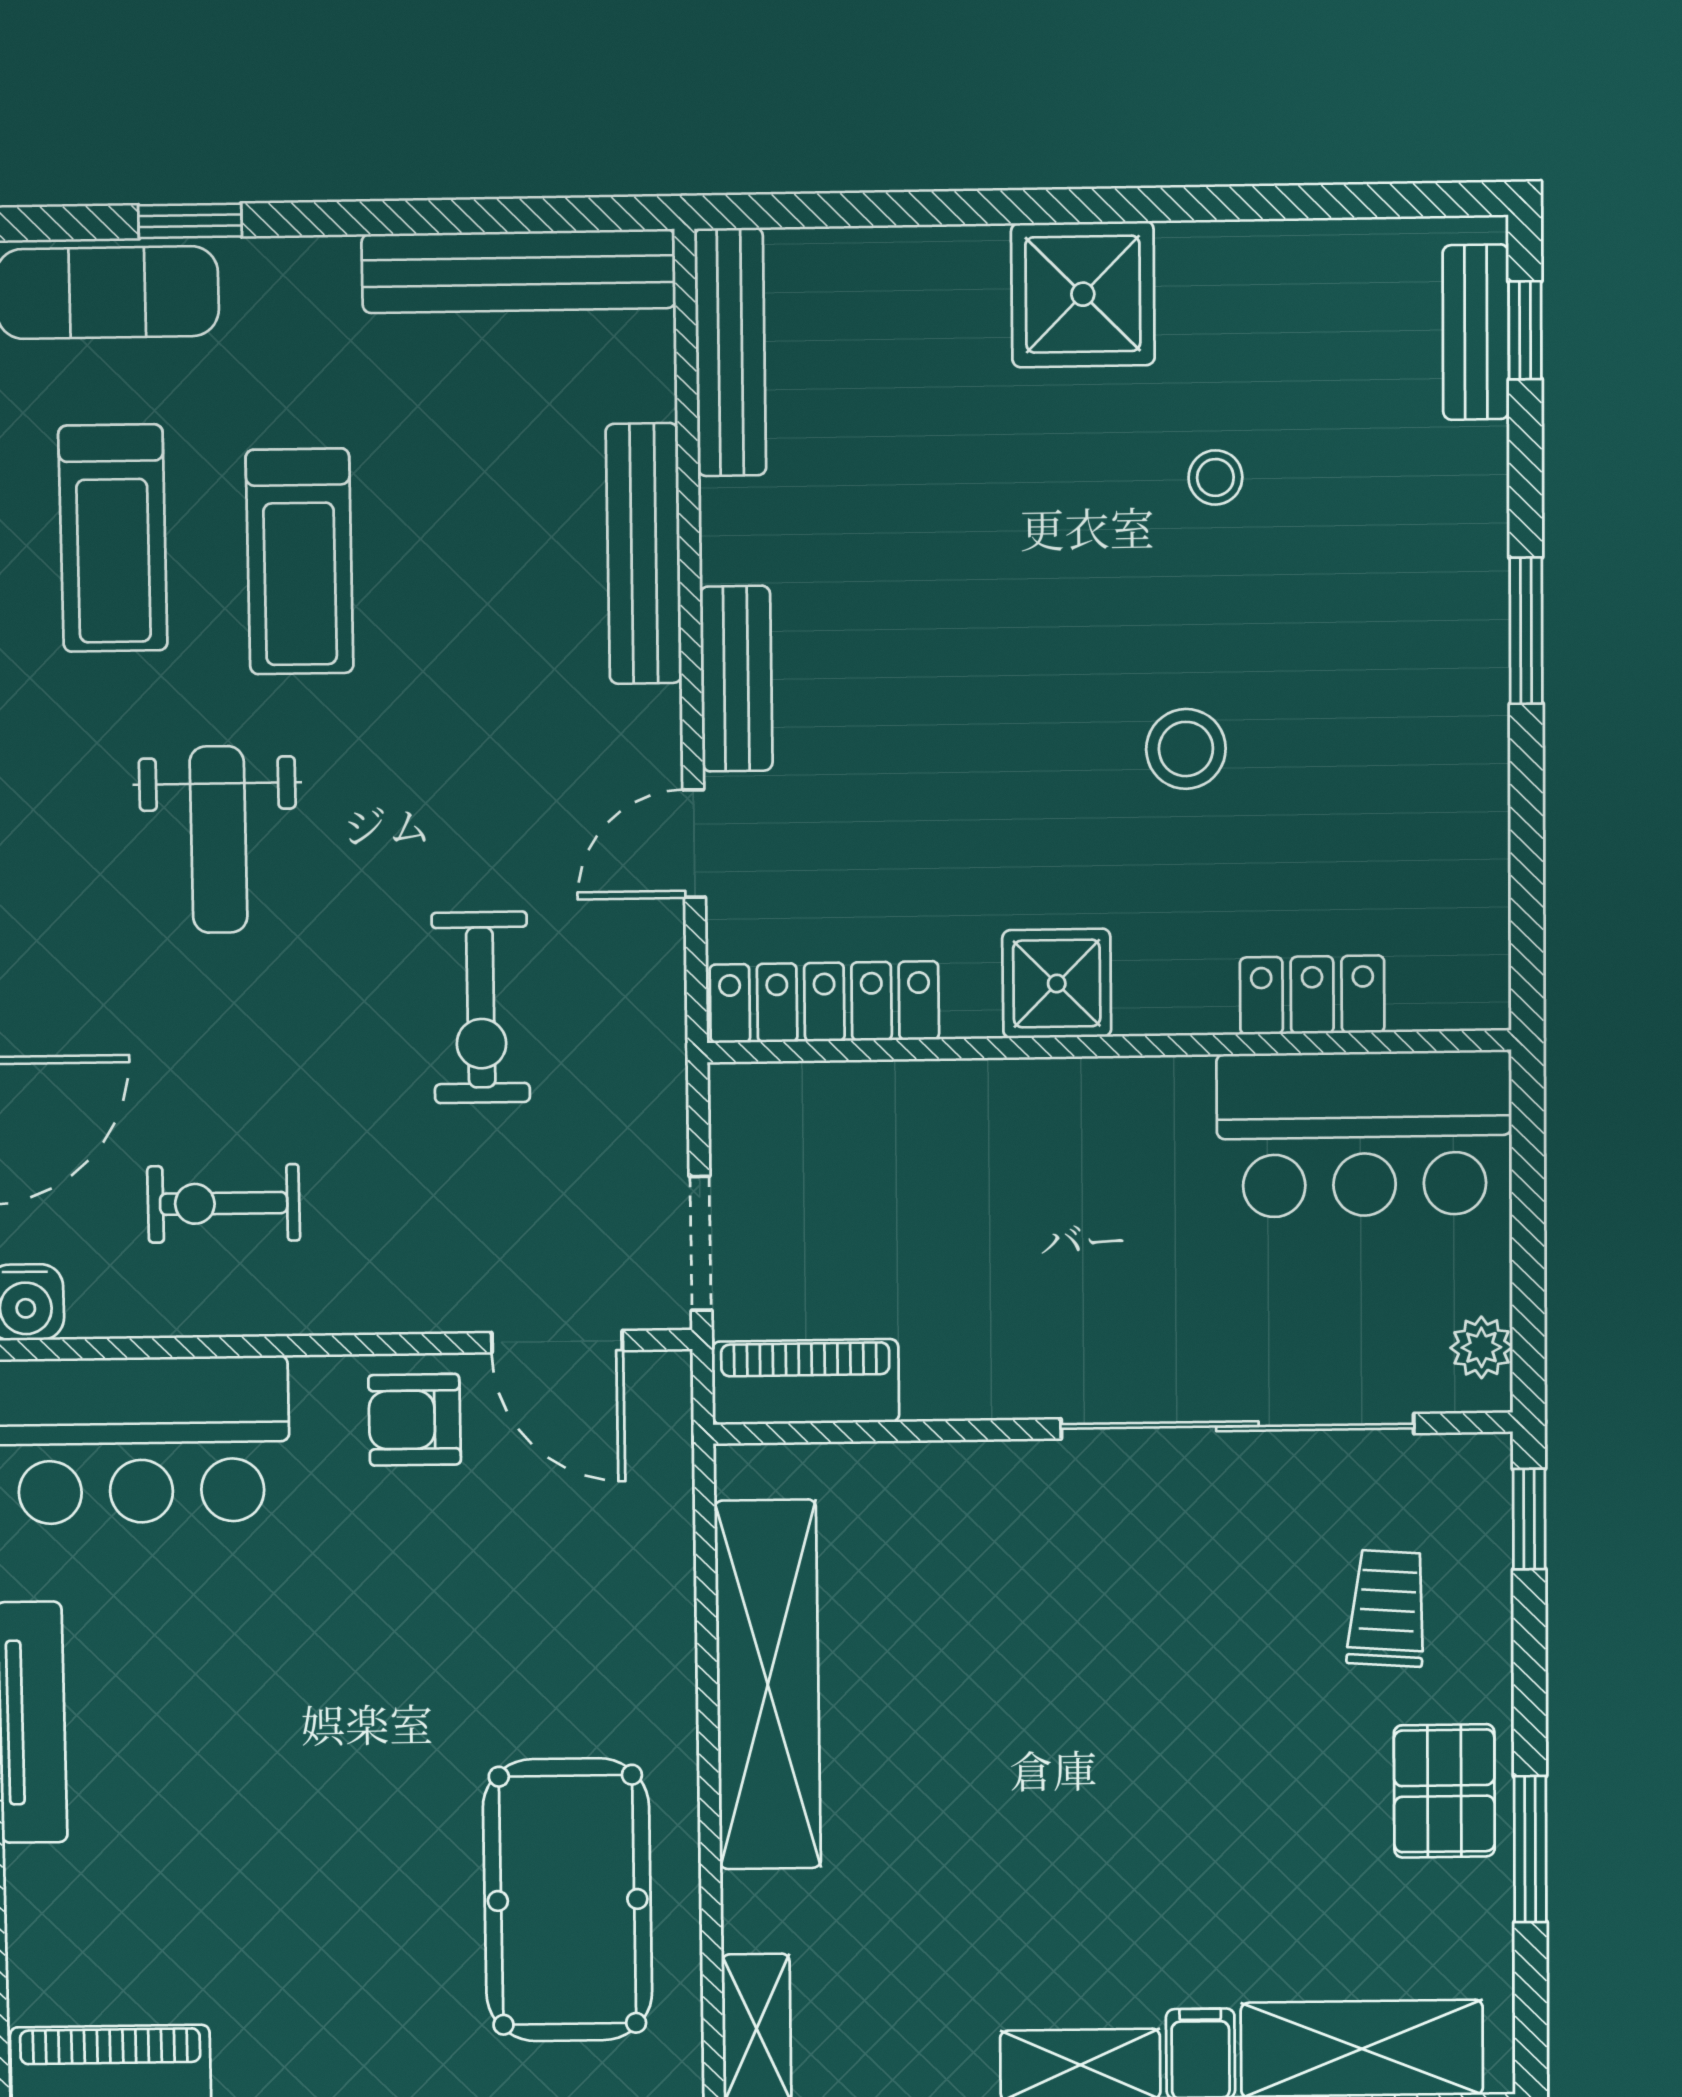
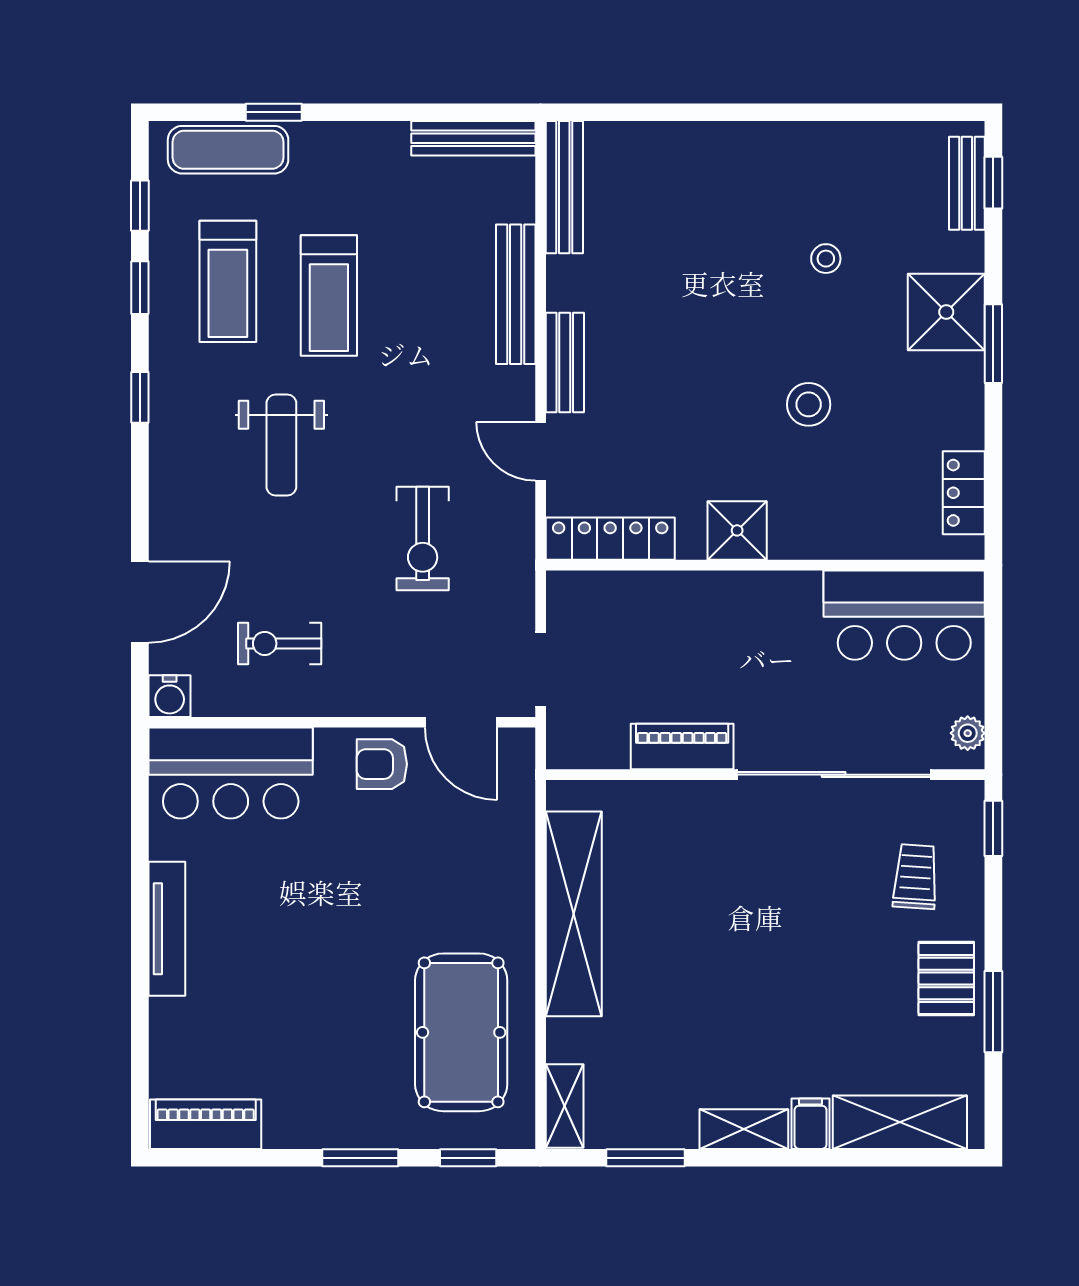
bench: (519, 271) -> (473, 138), width x0.73, depth x0.82
shower: (1083, 294) -> (946, 312), moved
door: (694, 844) -> (541, 451), hinge flipped
locker: (1312, 995) -> (964, 493), moved, turned -90
piano: (806, 1382) -> (682, 746), moved

